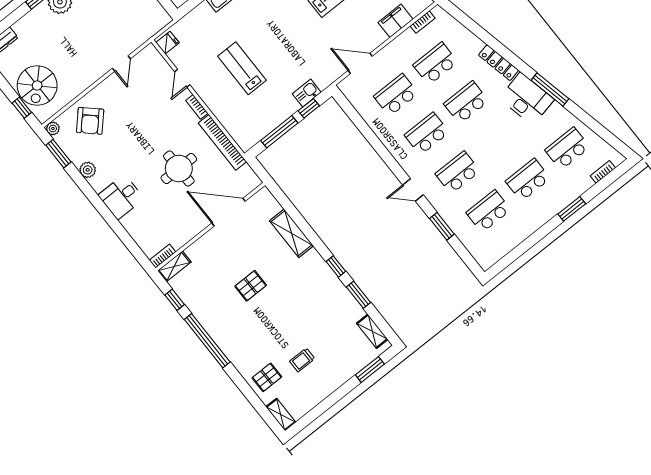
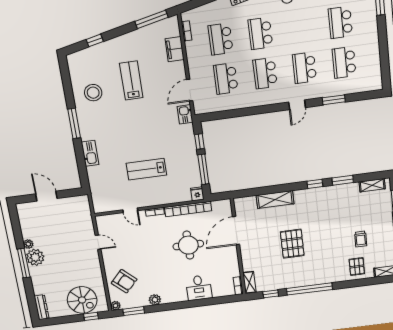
fridge: (167, 43) -> (197, 194), moved
kitchen sink: (307, 93) -> (185, 114), moved
desk: (121, 197) -> (199, 288), moved
pallet: (251, 286) -> (292, 244), width x1.50, depth x1.42

